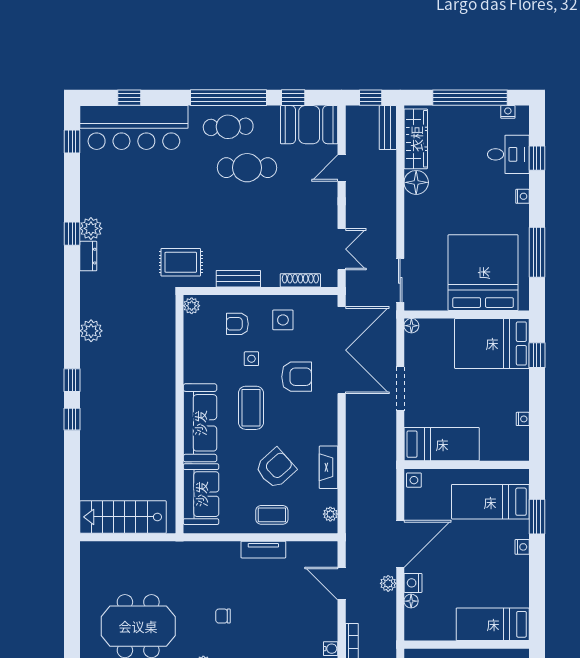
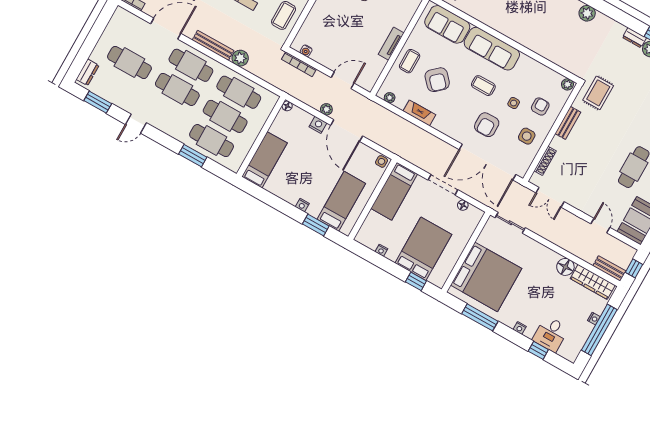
nightstand: (508, 112) -> (594, 319), moved
floor lamp: (411, 326) -> (463, 205), moved
bed: (492, 343) -> (423, 249), moved
coffee table: (251, 408) -> (483, 86), width x0.73, depth x0.77
floor lamp: (411, 601) -> (287, 106), moved

